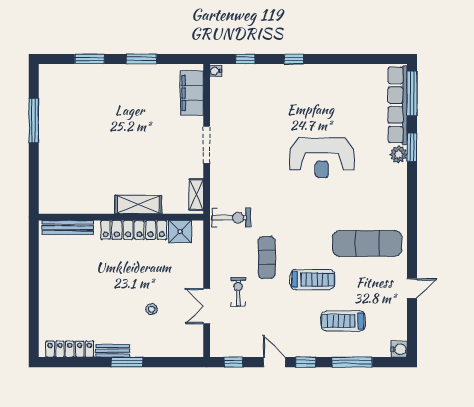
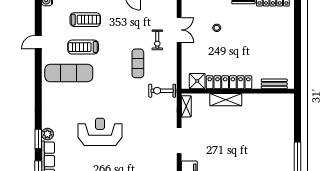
bench: (68, 227) -> (274, 84), width x0.73
treadmill: (312, 280) -> (83, 47), moved

